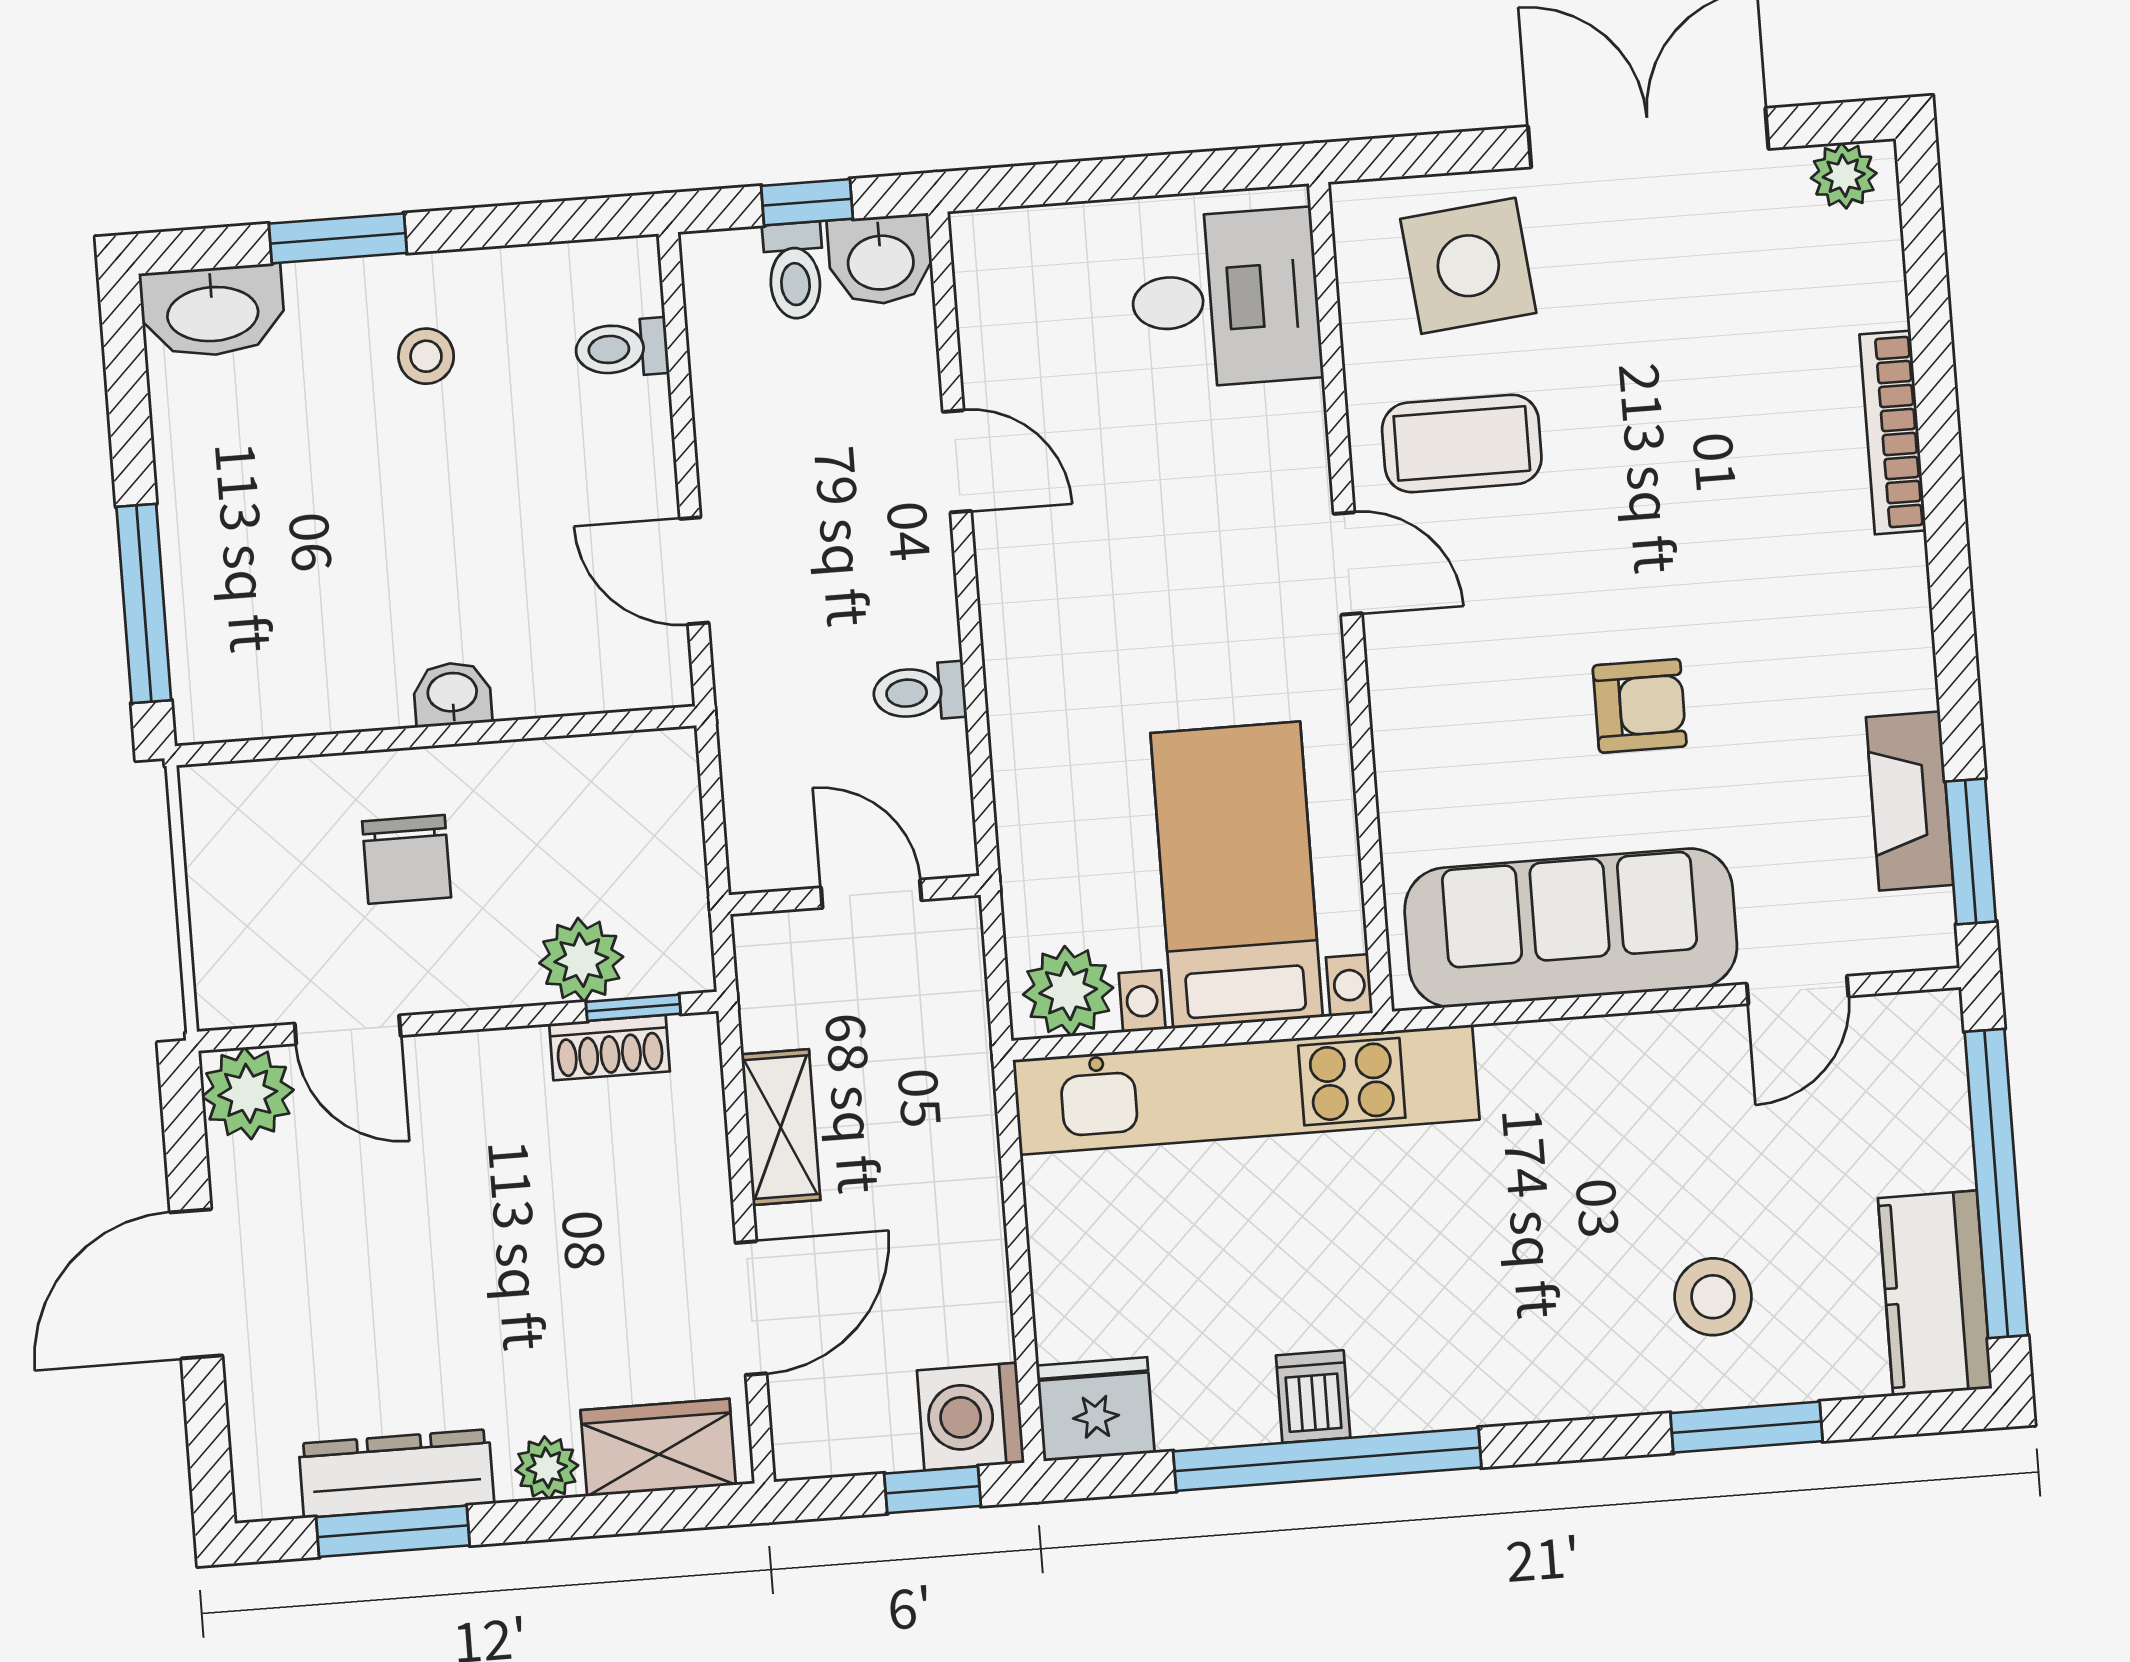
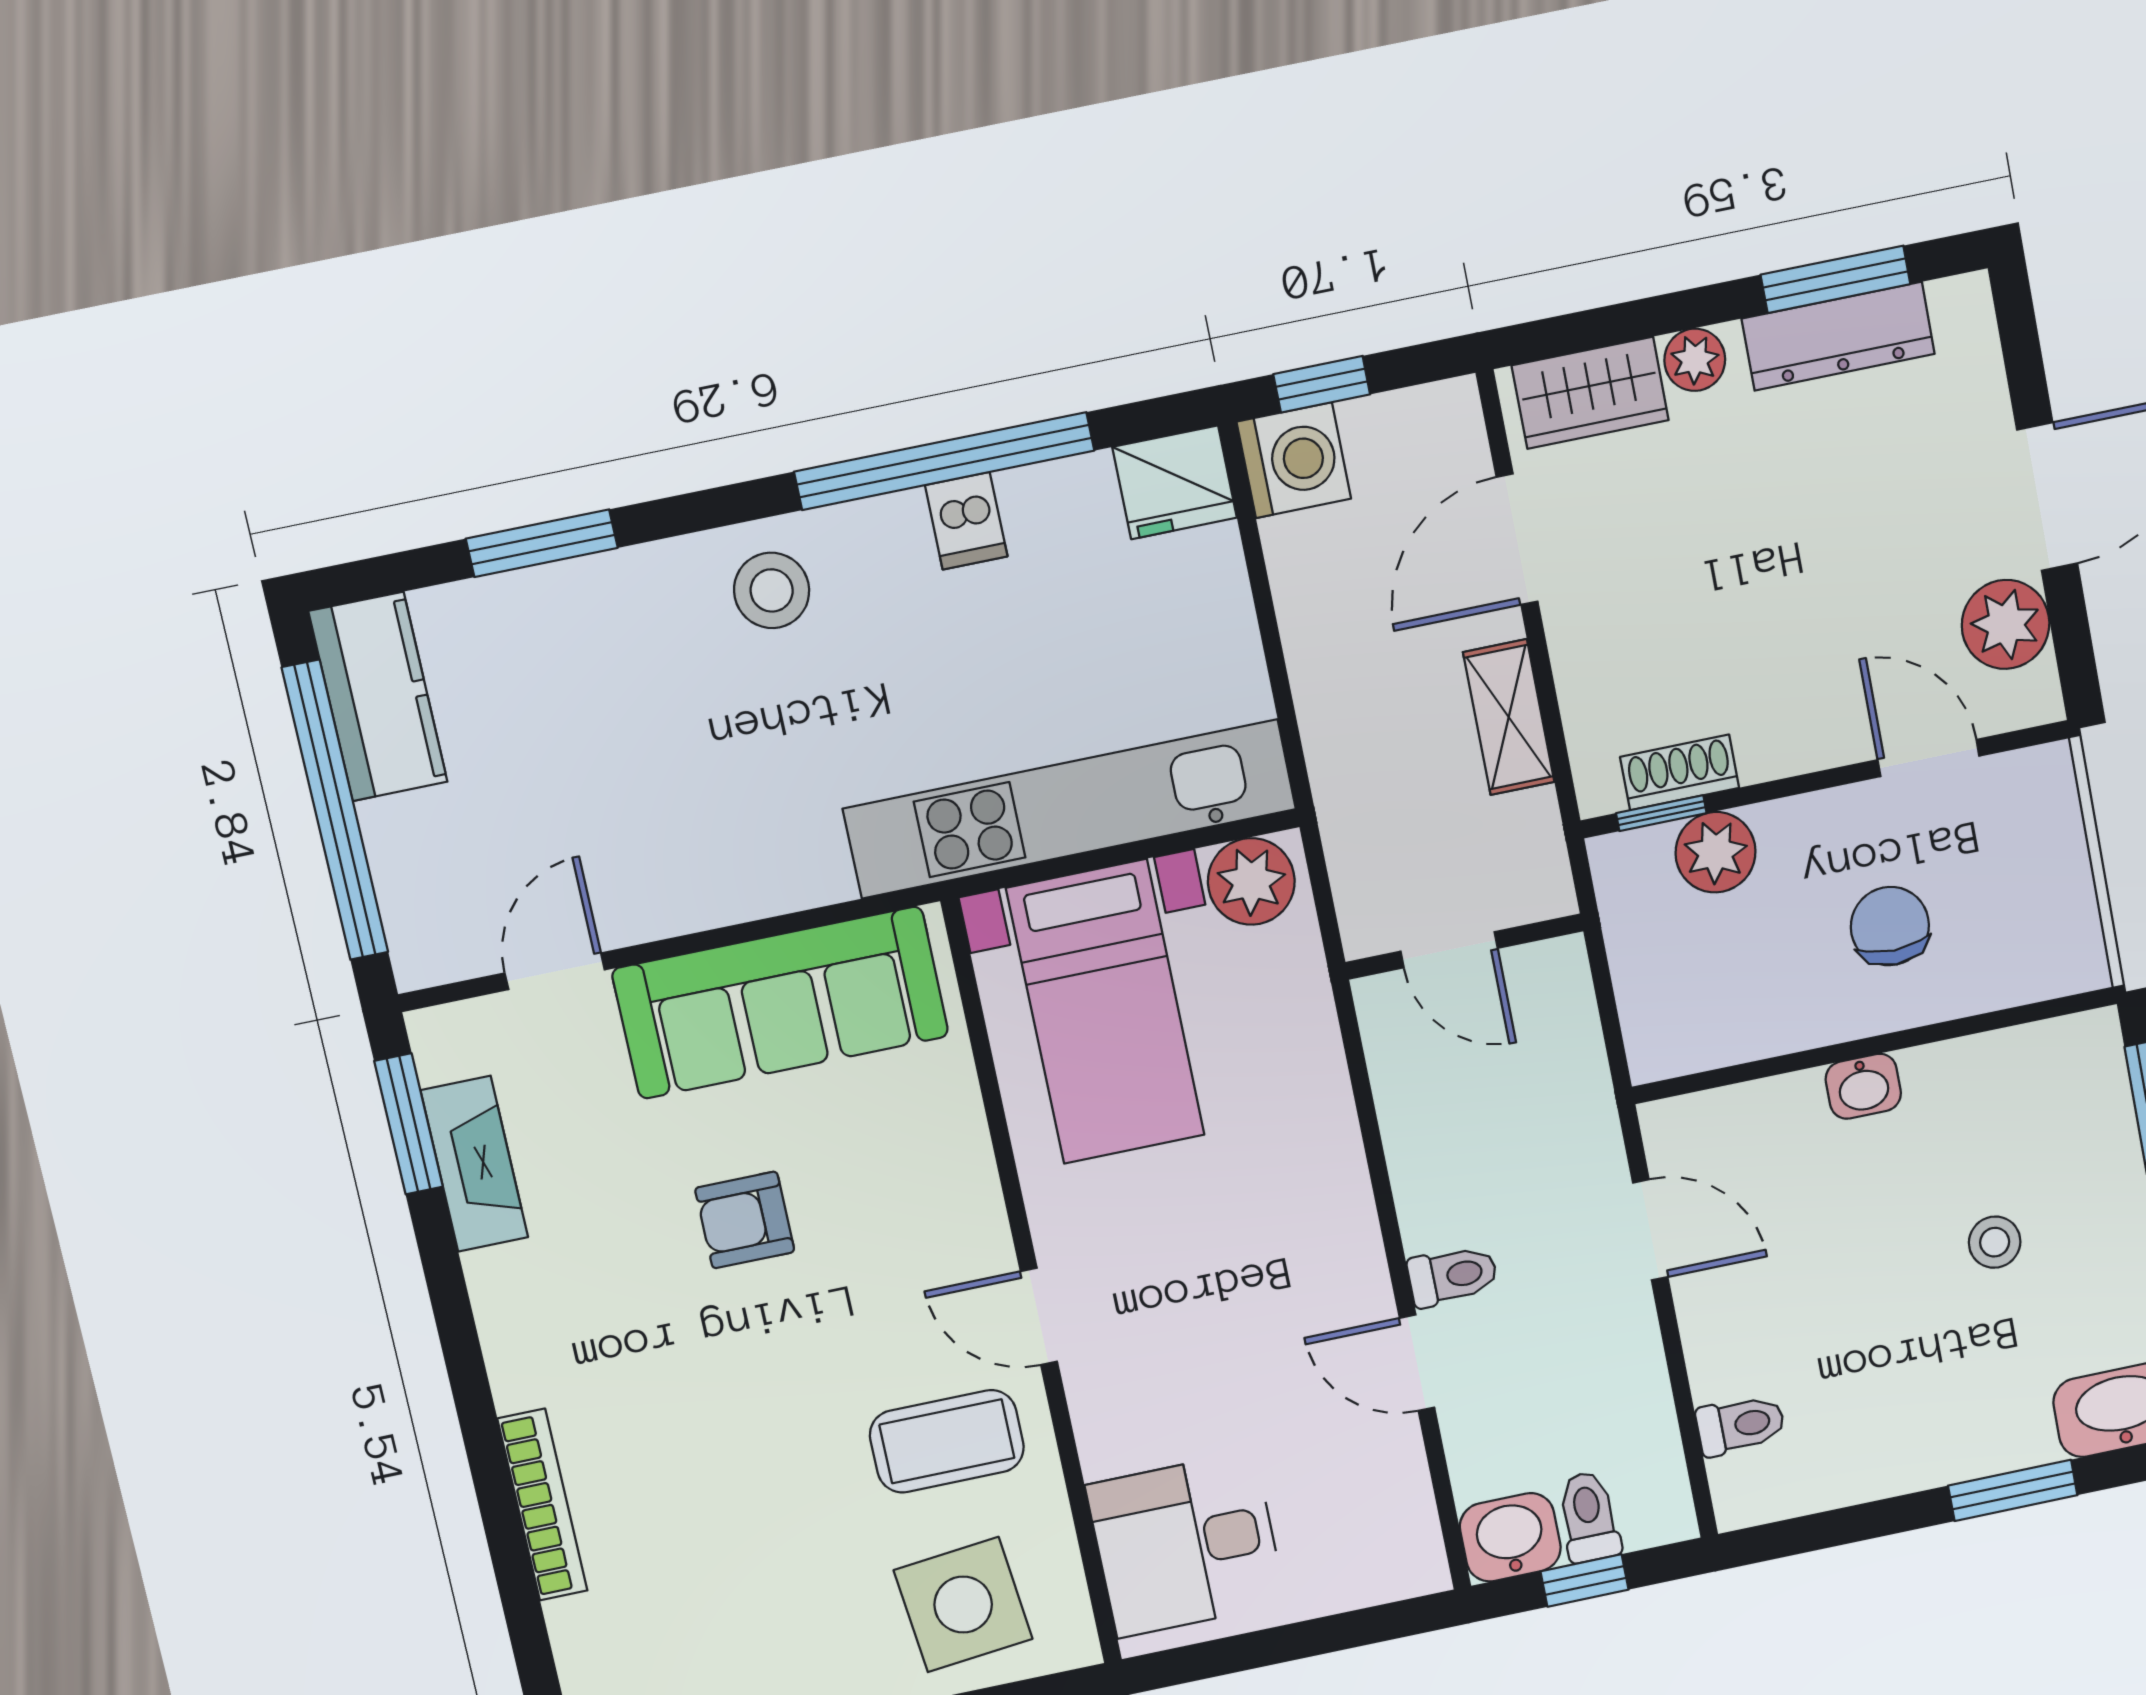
stool: (426, 356) -> (1995, 1242), moved
toilet: (919, 692) -> (1453, 1276), moved
plant: (248, 1093) -> (2006, 624), moved
stool: (1713, 1297) -> (772, 590), moved

